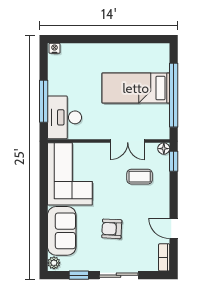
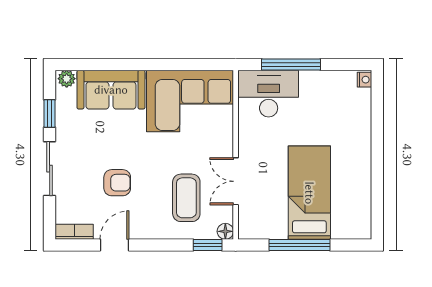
window: (174, 95) -> (299, 245), width x0.68
coffee table: (140, 177) -> (186, 198), width x1.36, depth x1.30
armchair: (112, 229) -> (117, 183), moved, turned 87

